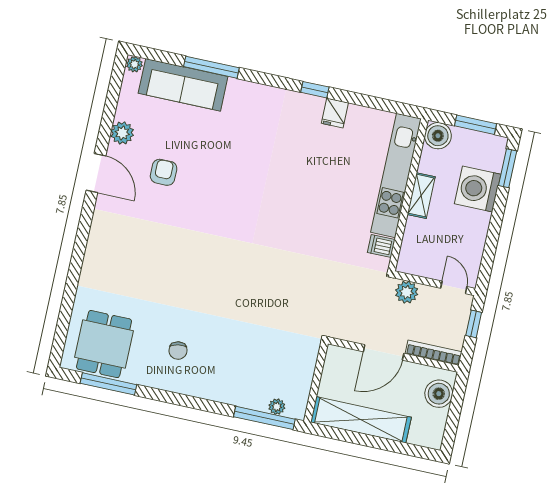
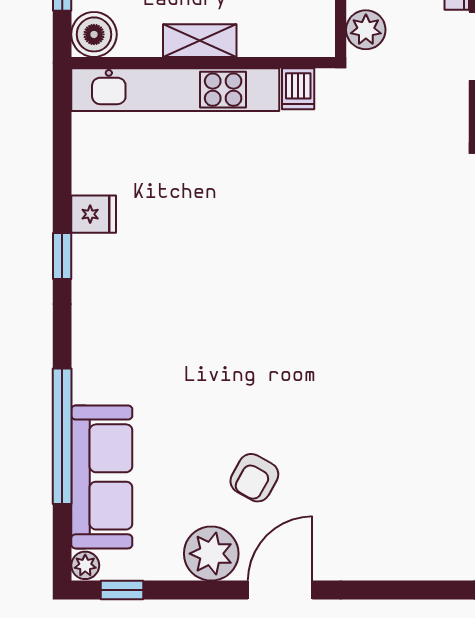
window: (211, 67) -> (62, 436), width x1.46
window: (116, 82) -> (122, 590), added
plant: (122, 133) -> (211, 554), width x1.36, depth x1.36
armchair: (164, 172) -> (254, 478), turned -61

